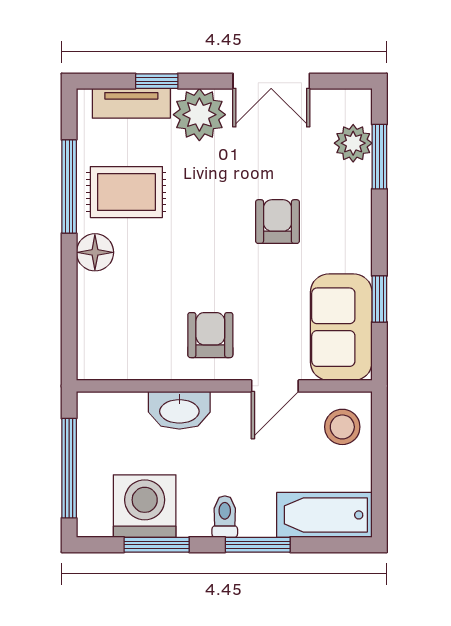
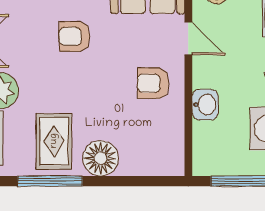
floor lamp: (95, 252) -> (101, 158), width x1.38, depth x1.38
washbasin: (179, 410) -> (205, 105), width x0.72

